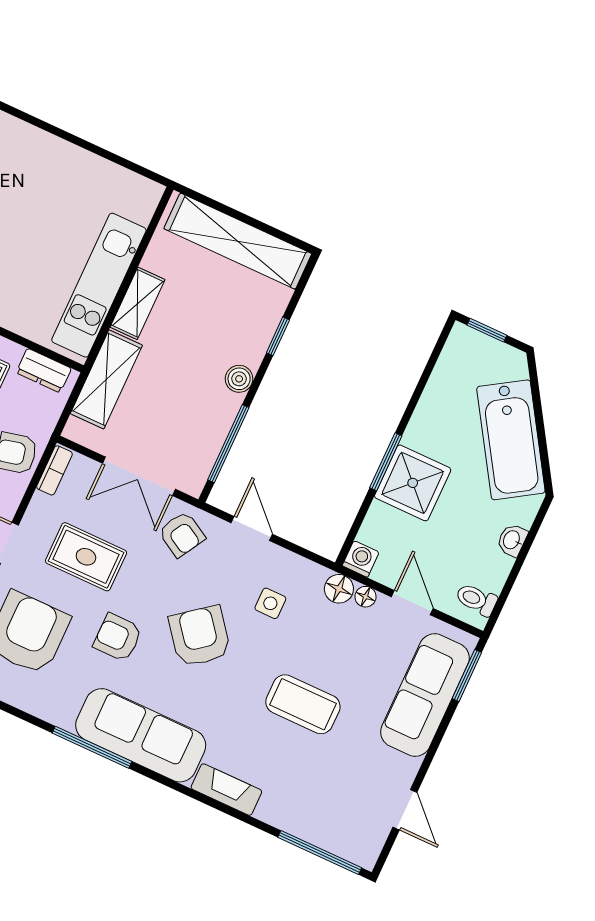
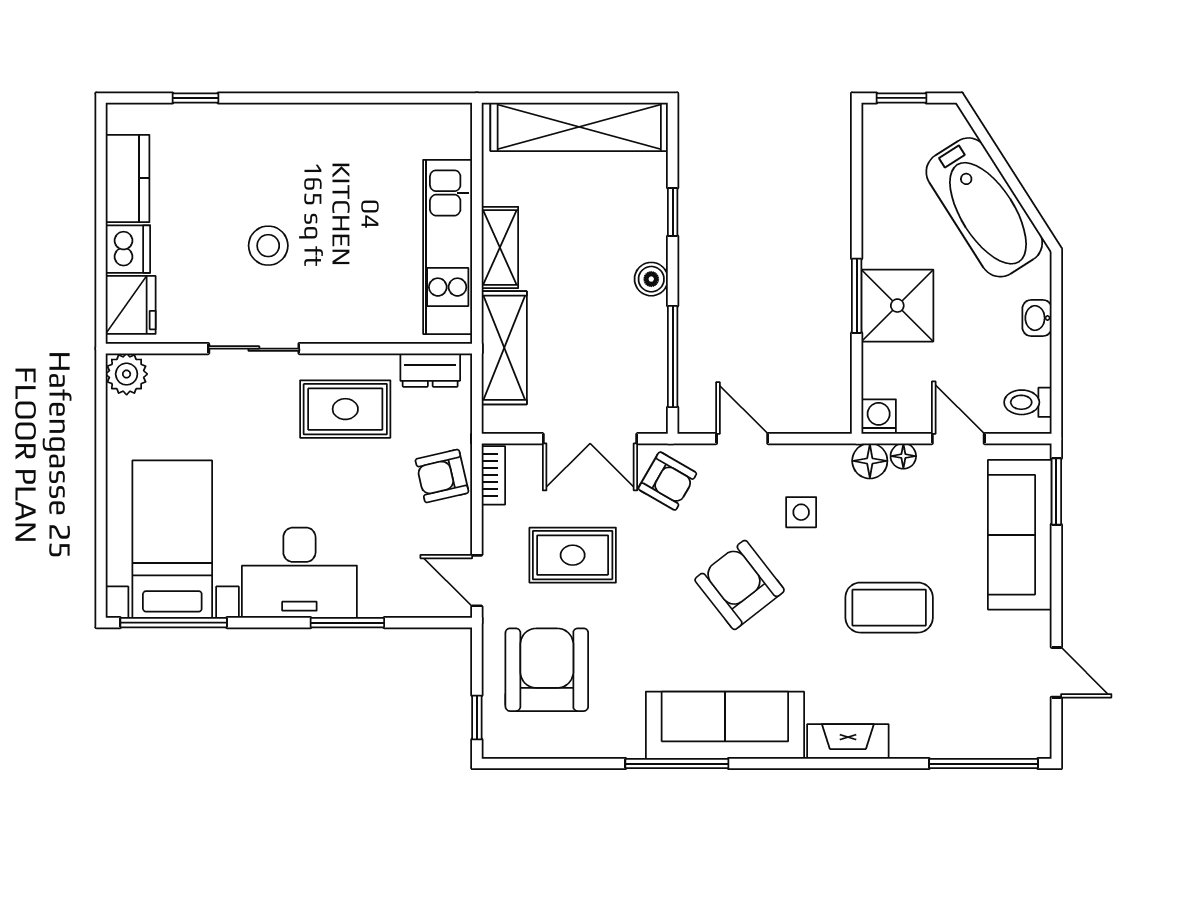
armchair: (118, 637) -> (649, 628), removed

